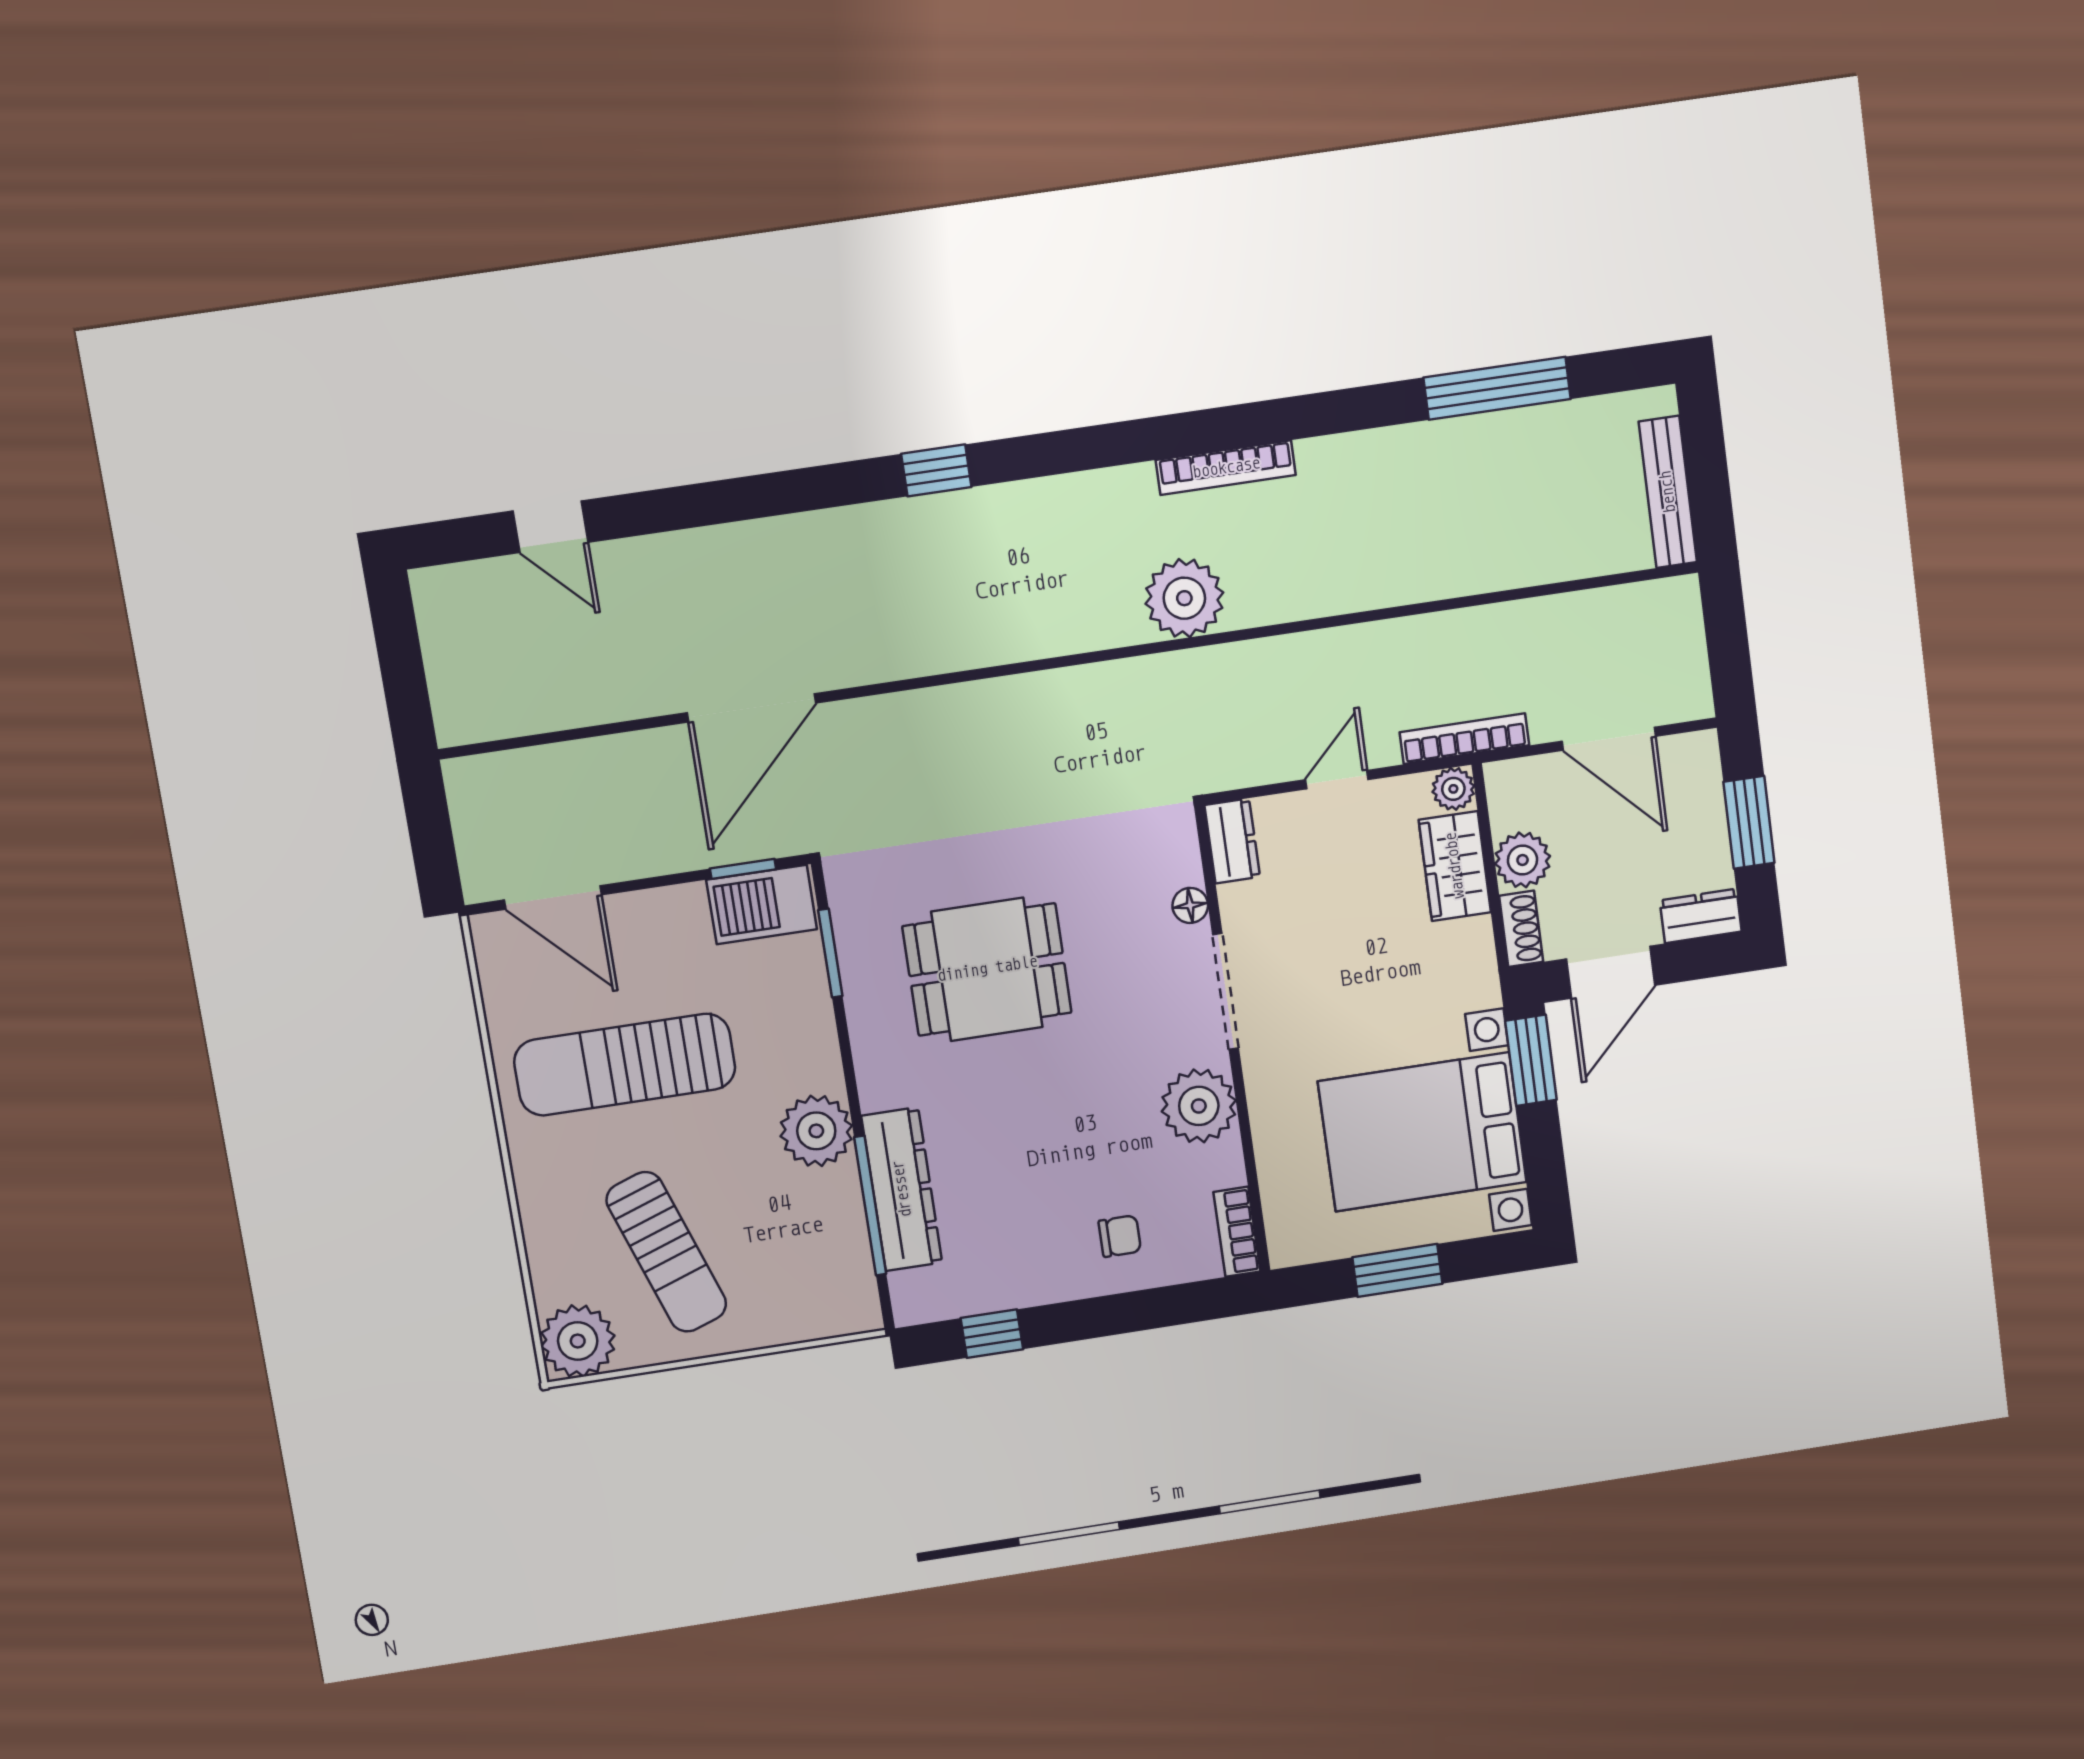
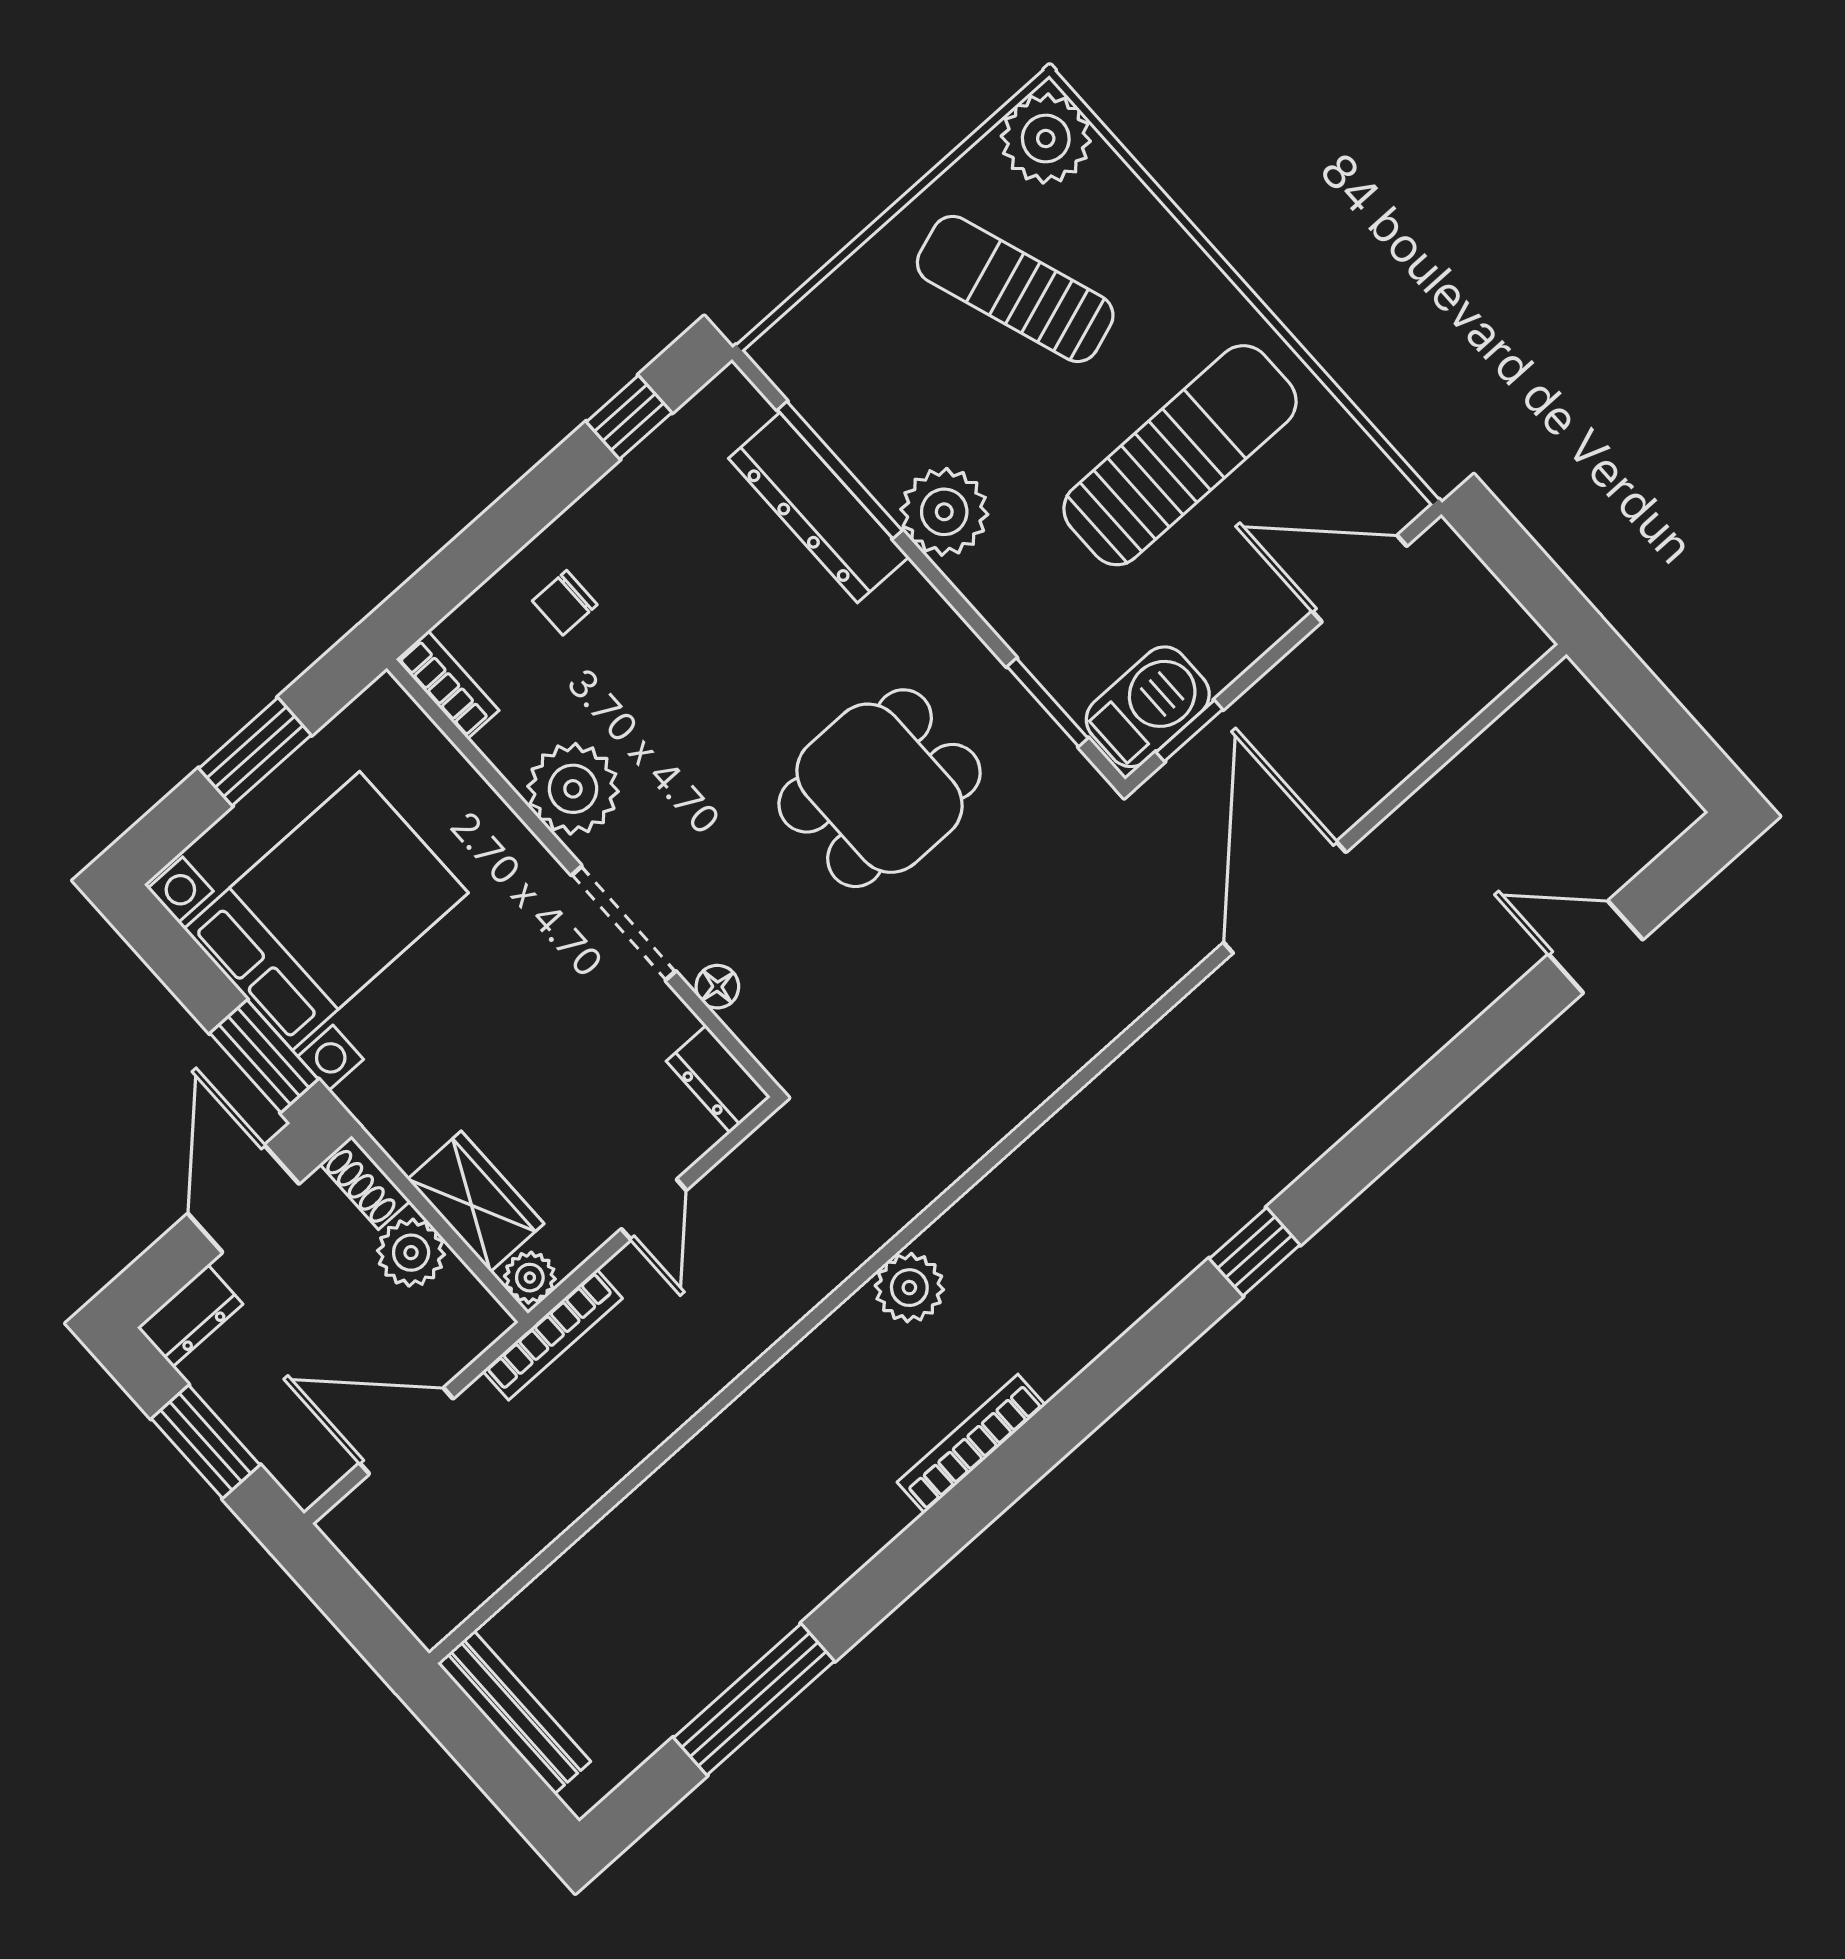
plant: (1184, 598) -> (909, 1288), width x0.73, depth x0.73

